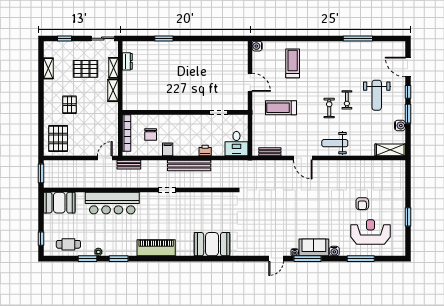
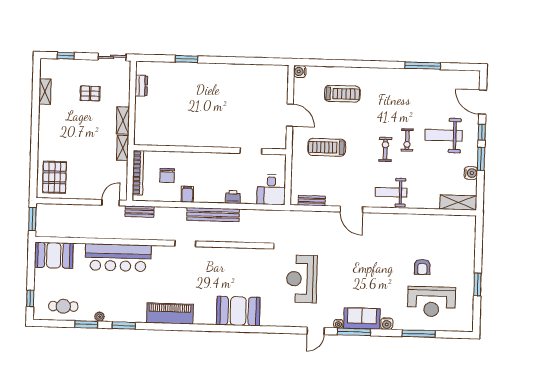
treadmill: (293, 63) -> (342, 94), turned 90
shelving: (113, 68) -> (123, 148), moved
pallet: (85, 69) -> (90, 93), width x0.67, depth x0.71
weight bench: (377, 95) -> (444, 135), turned 90
pallet: (69, 105) -> (69, 136), removed
reception desk: (263, 216) -> (302, 279), added
reception desk: (371, 232) -> (431, 302), turned 180

